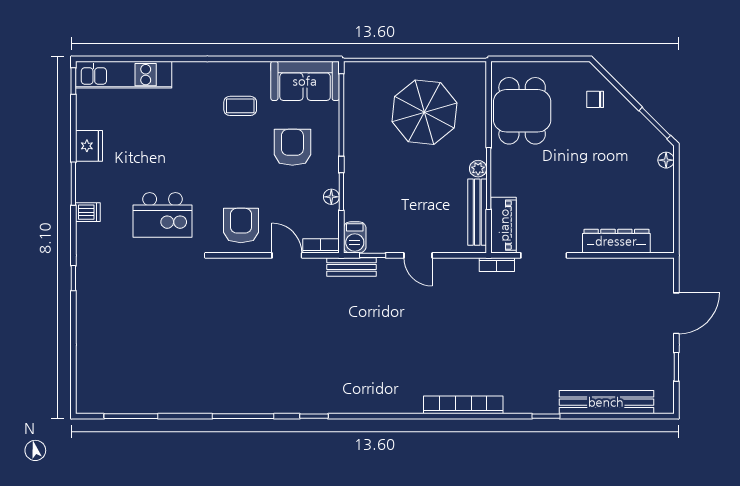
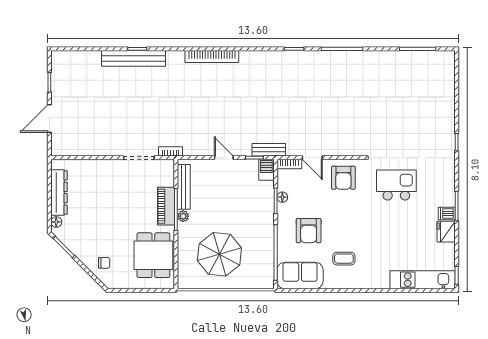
dishwasher: (88, 212) -> (447, 214), moved
piano: (504, 225) -> (166, 206), moved
dresser: (616, 241) -> (59, 193), moved, turned -90
bench: (606, 402) -> (133, 58), moved
bookcase: (463, 405) -> (212, 57), moved

